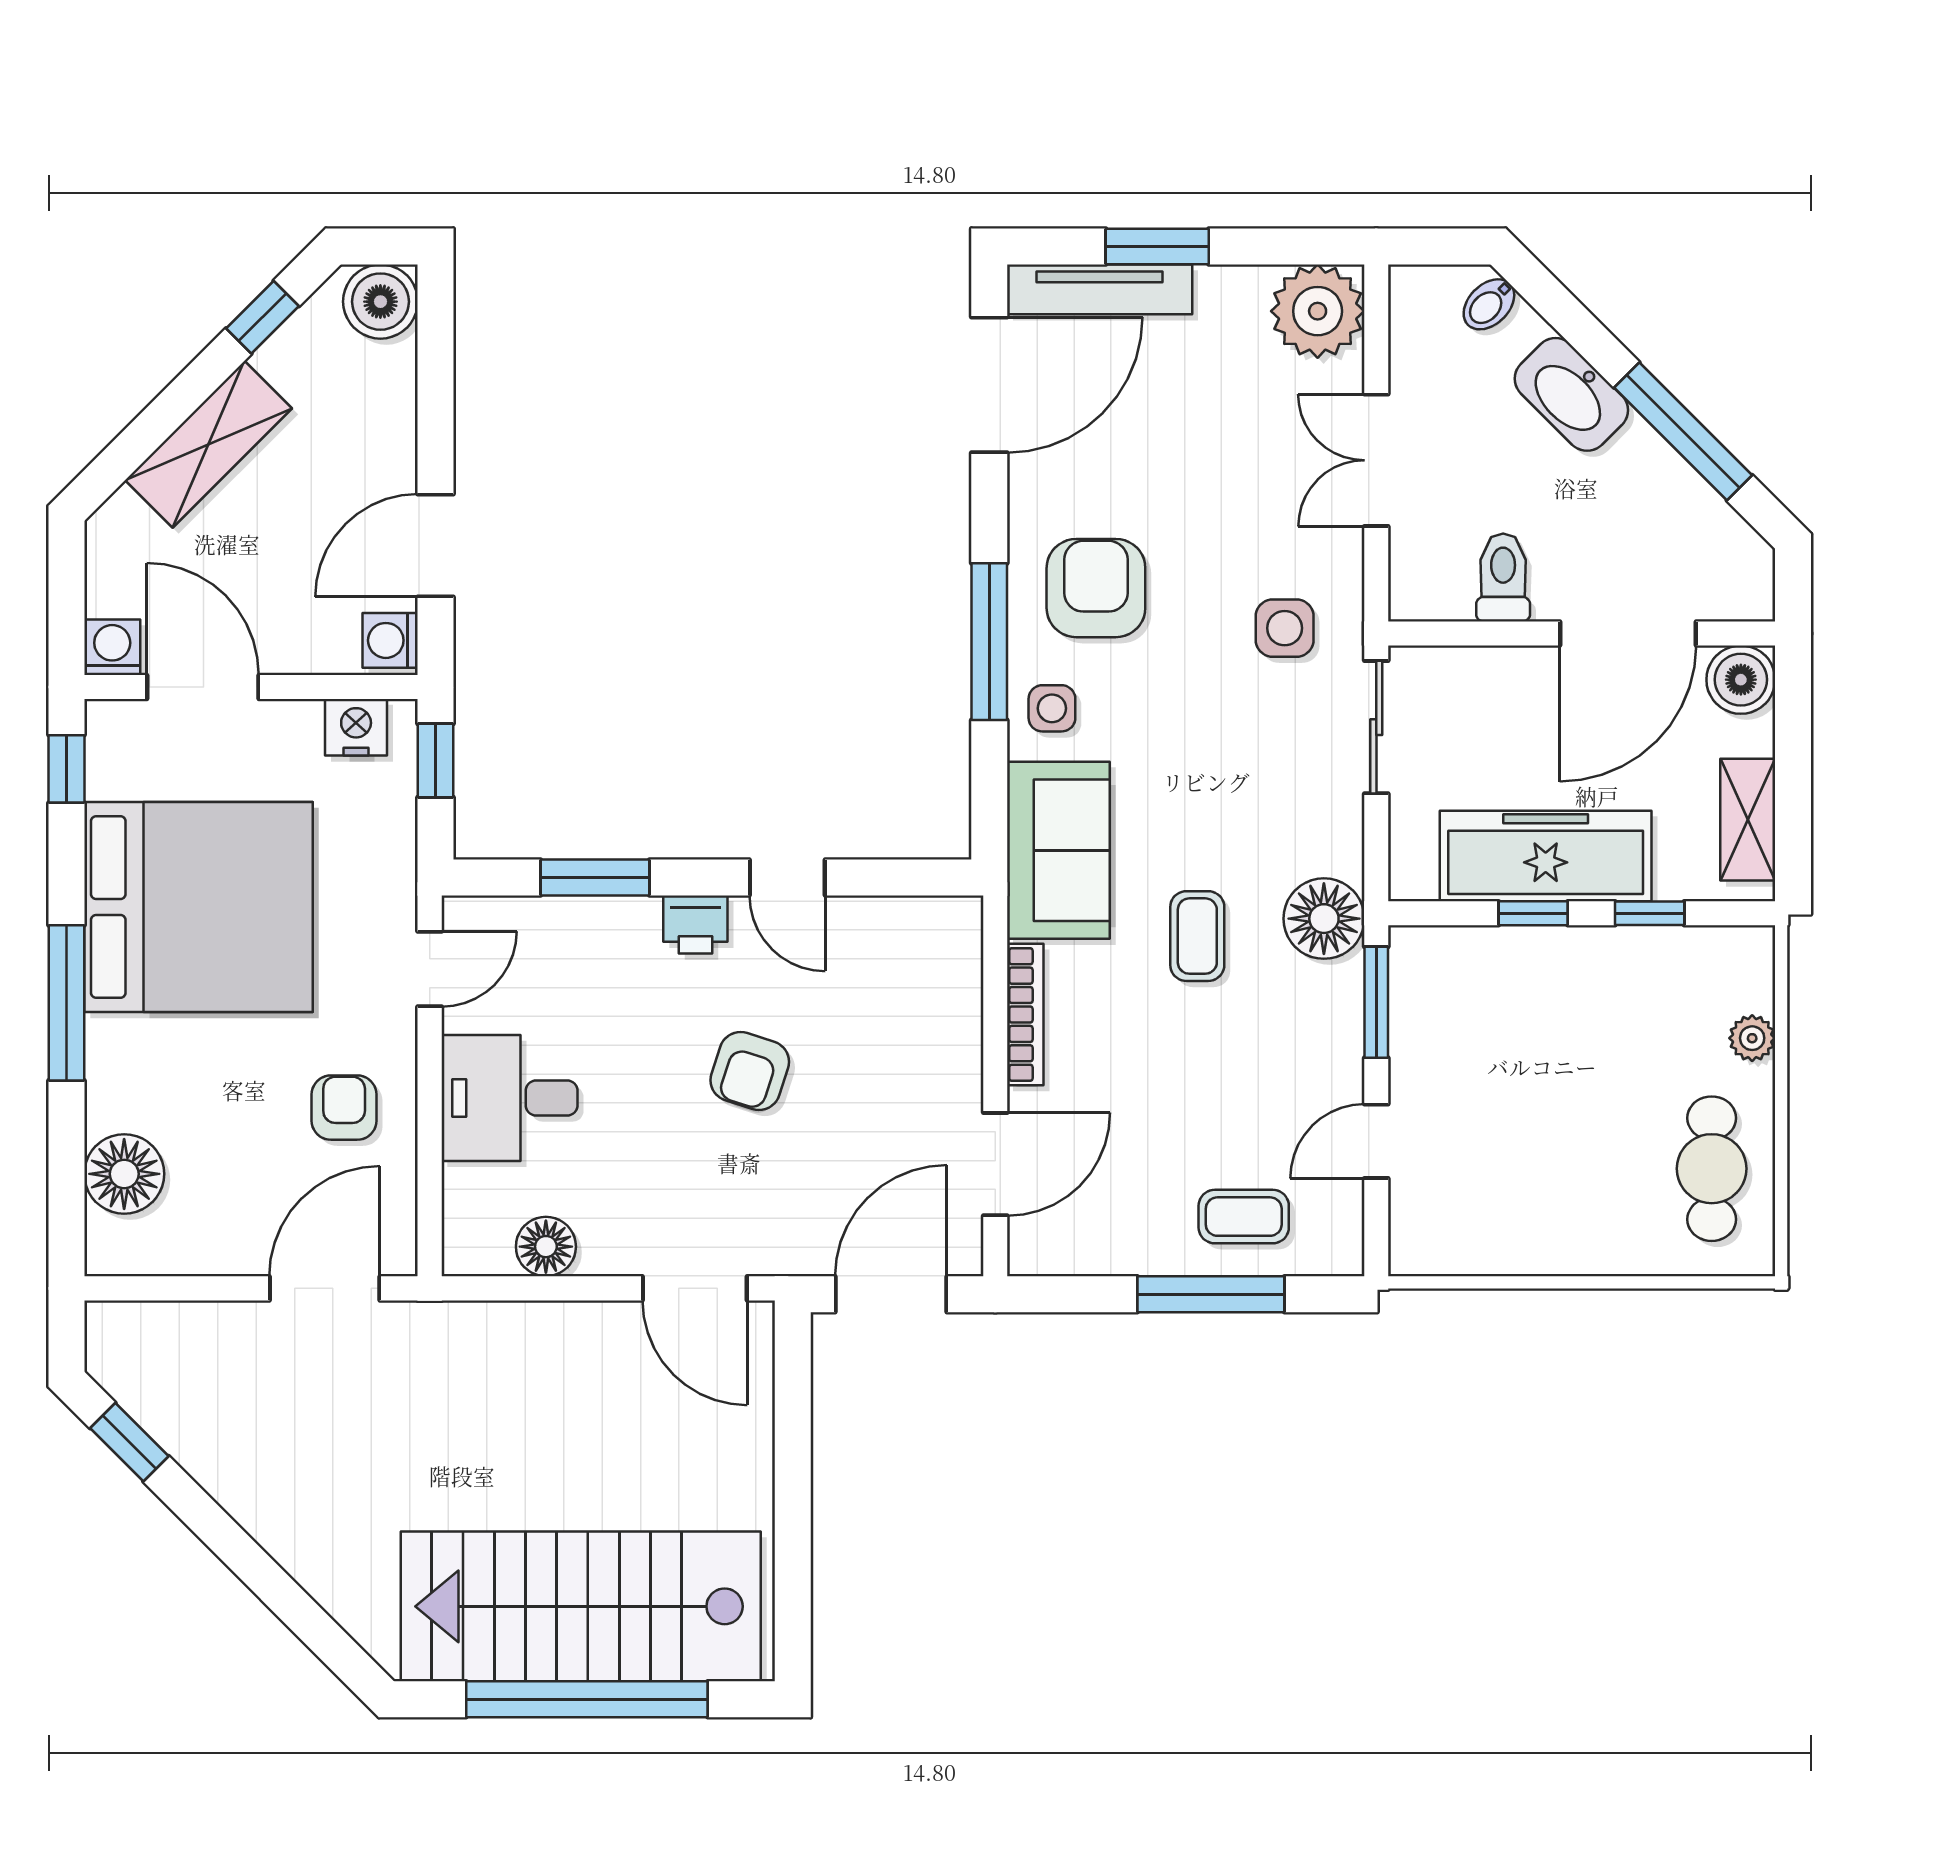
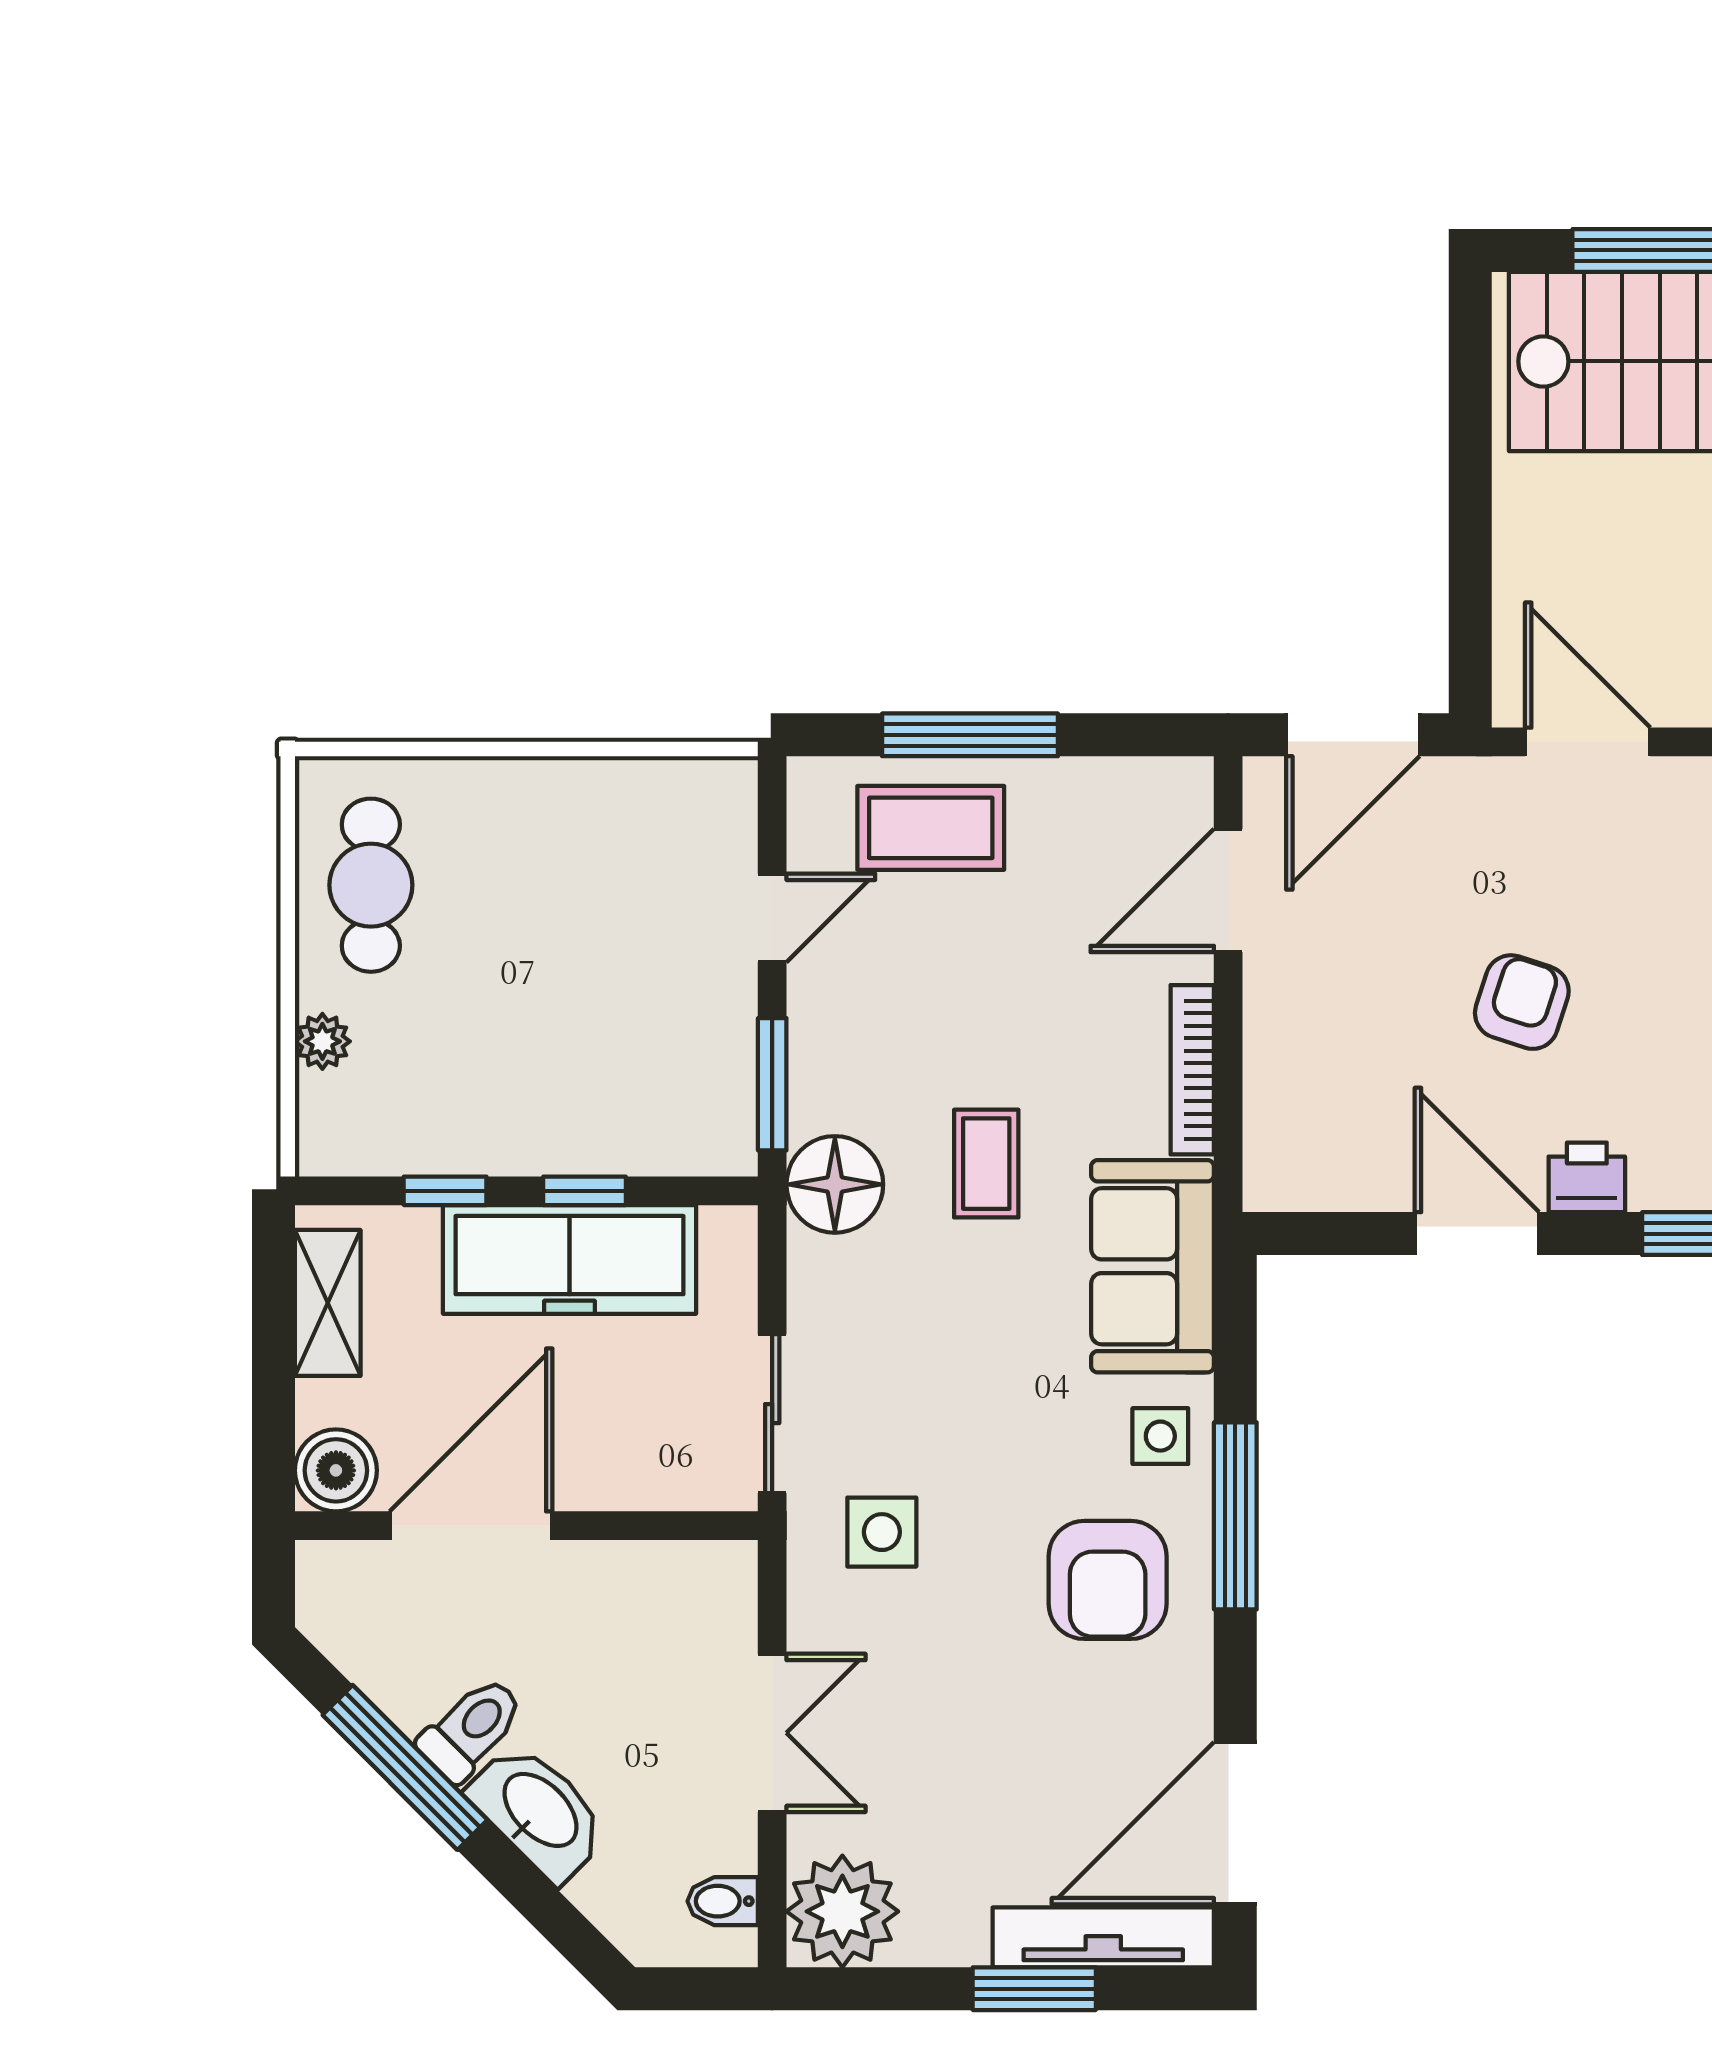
bidet: (1489, 304) -> (723, 1901), moved, turned -135
toilet: (1503, 577) -> (471, 1729), moved, turned -135
door: (787, 878) -> (1477, 1234), width x1.38
coffee table: (1244, 1217) -> (931, 828), width x1.36, depth x1.30

